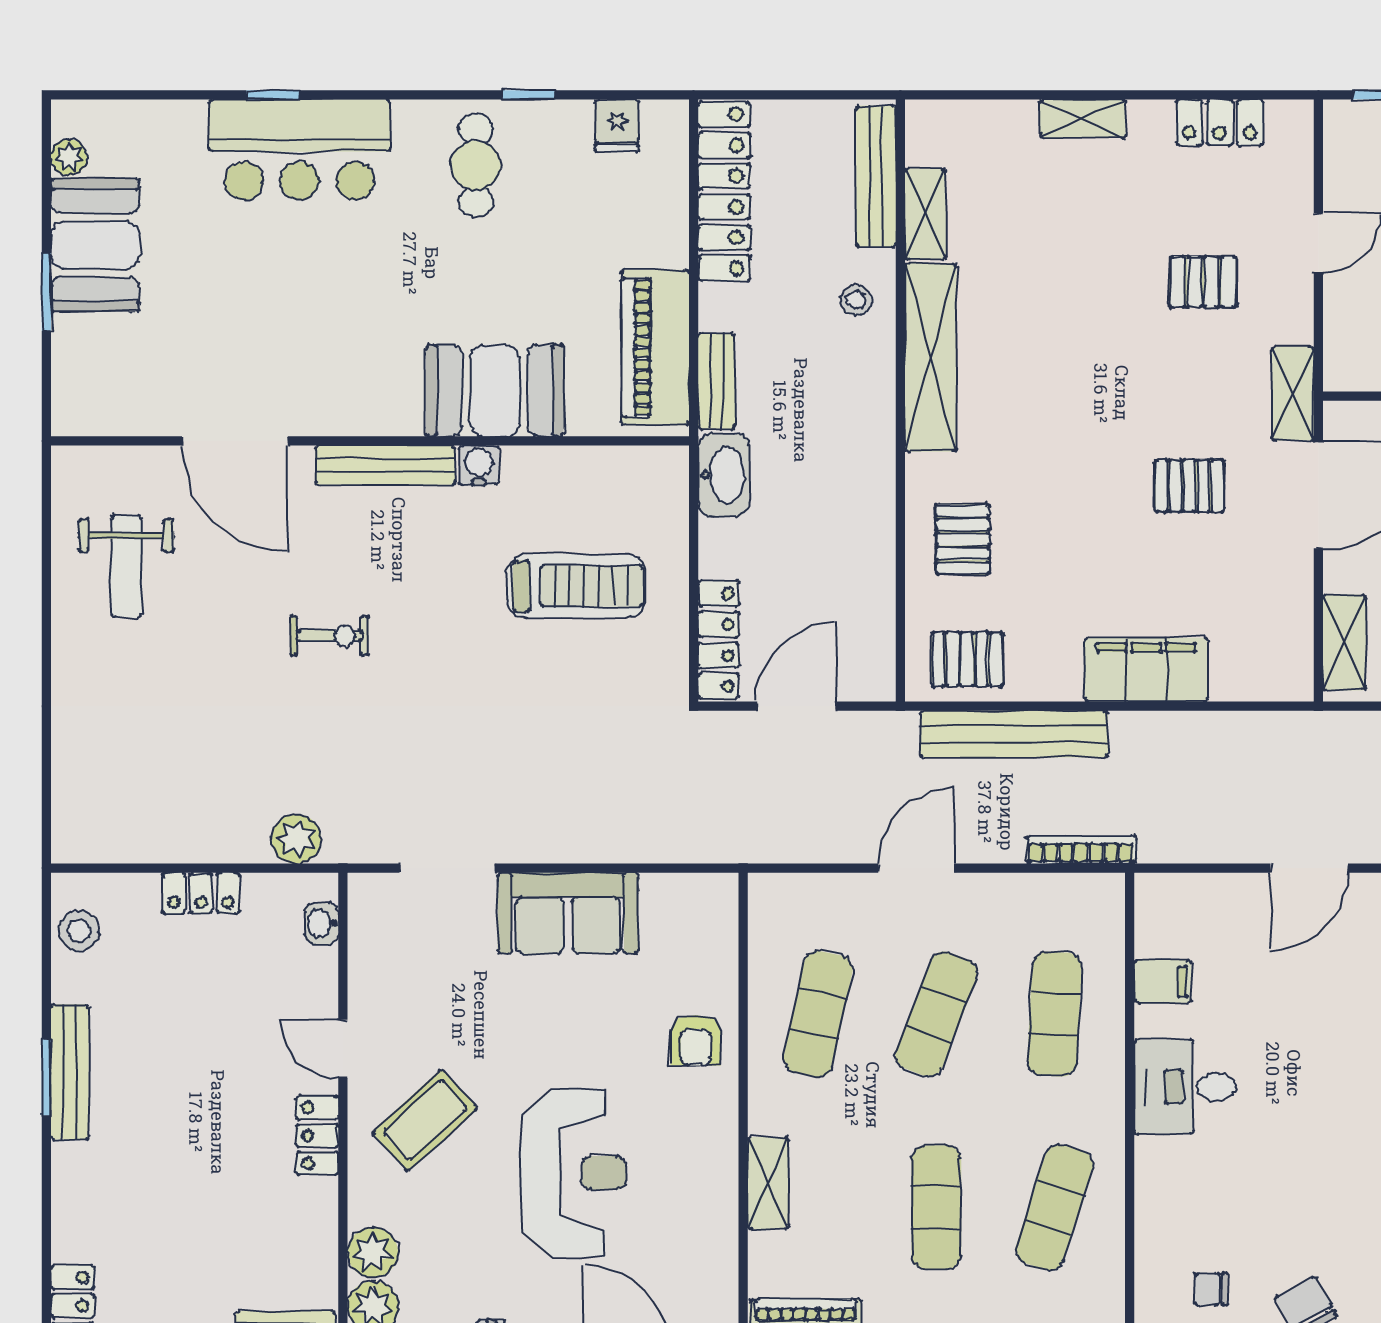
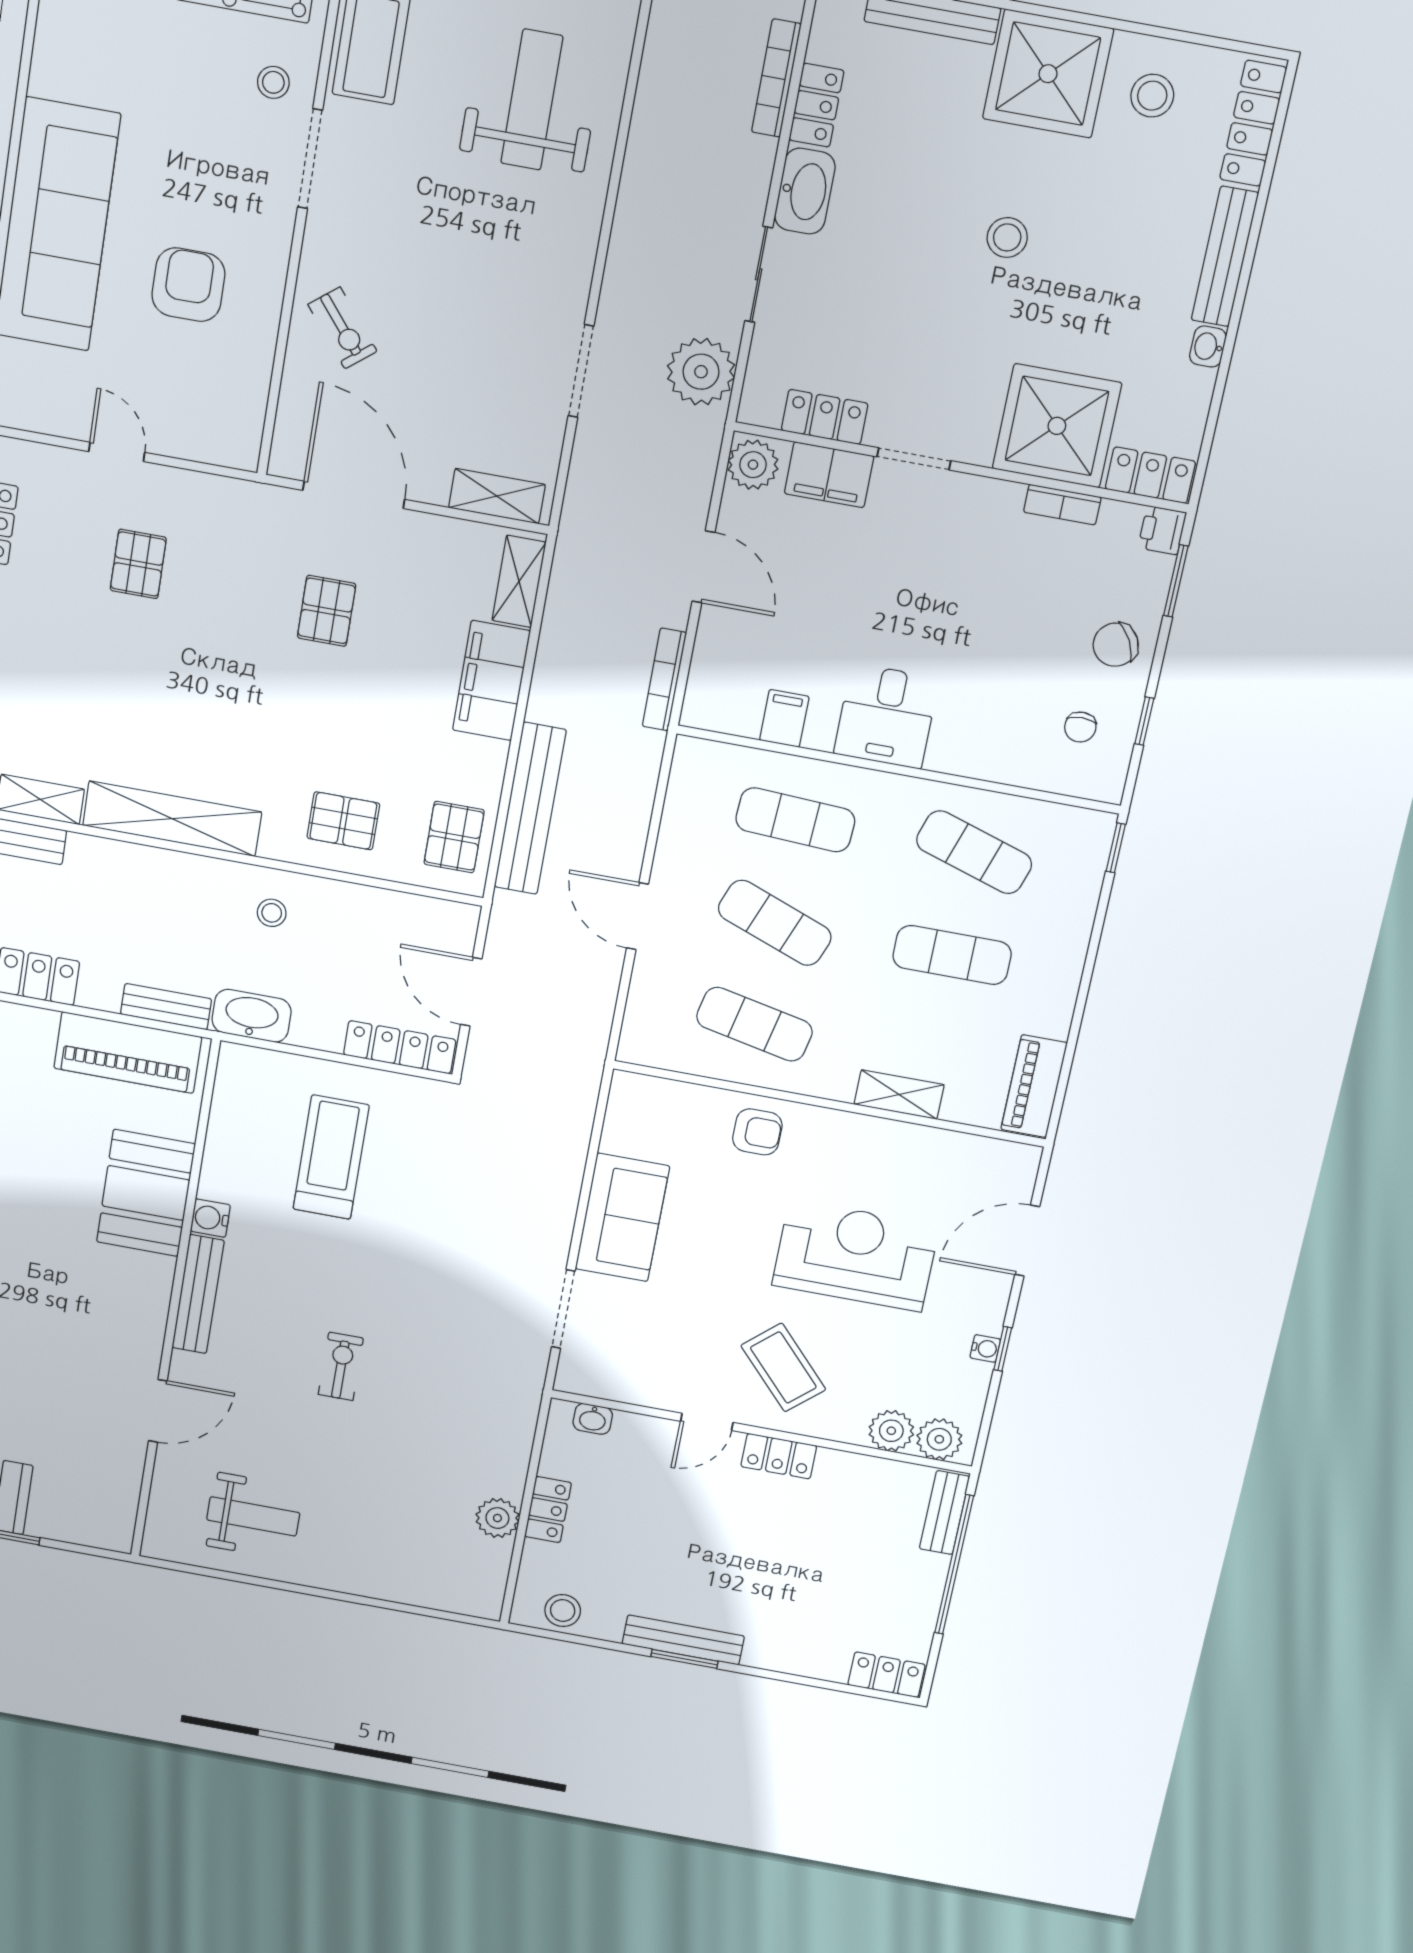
stool: (856, 300) -> (272, 913), moved
shelving: (1293, 394) -> (519, 581), moved, turned 90
door: (235, 441) -> (158, 1411), width x0.73
plant: (296, 839) -> (497, 1518), moved
bookcase: (1081, 849) -> (664, 679), moved

